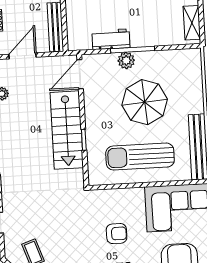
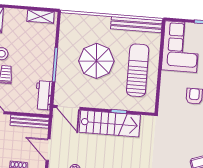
workbench: (111, 39) -> (44, 95), moved
plant: (126, 61) -> (63, 71), removed
sun lounger: (140, 157) -> (138, 70), turned 180

